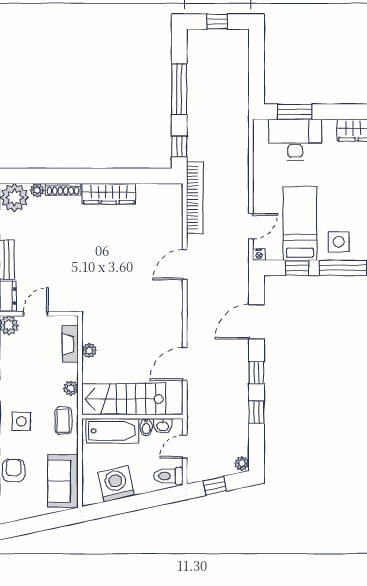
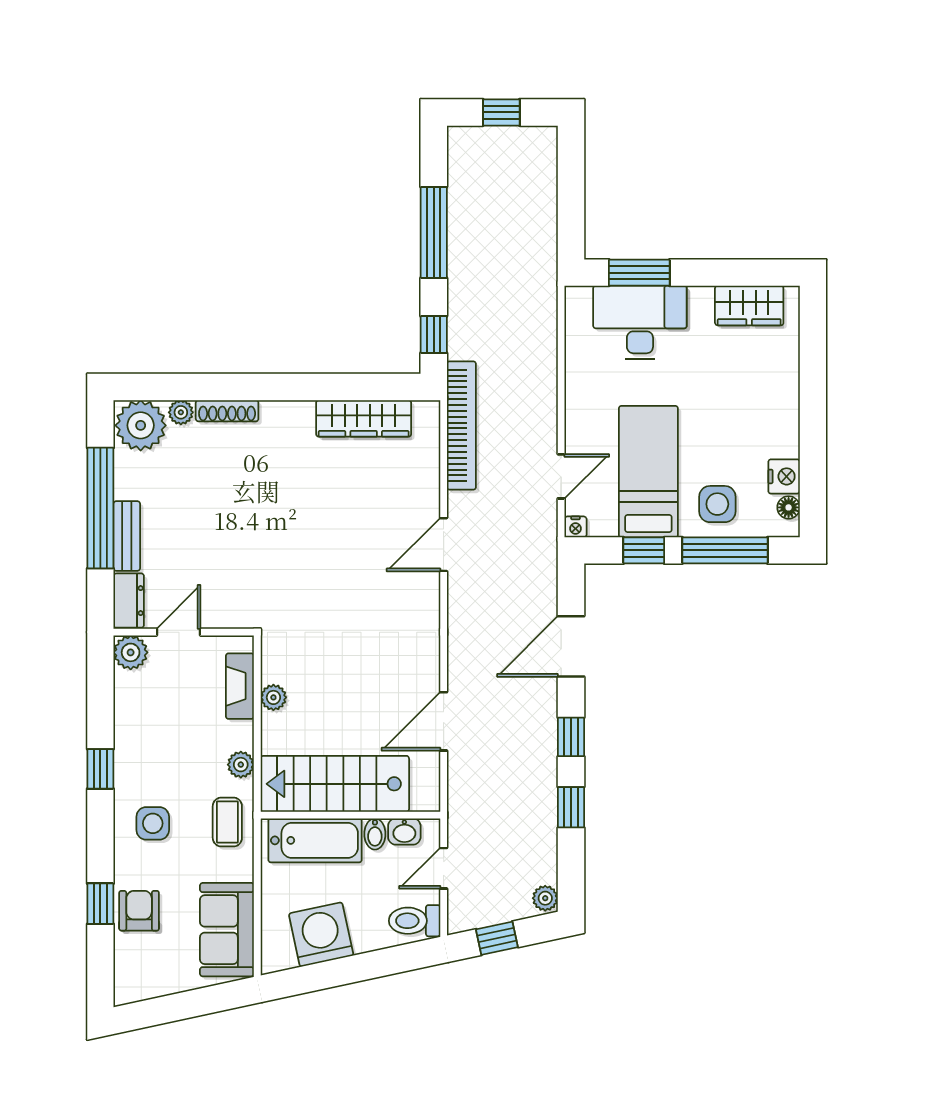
wardrobe: (109, 194) -> (364, 418), moved

